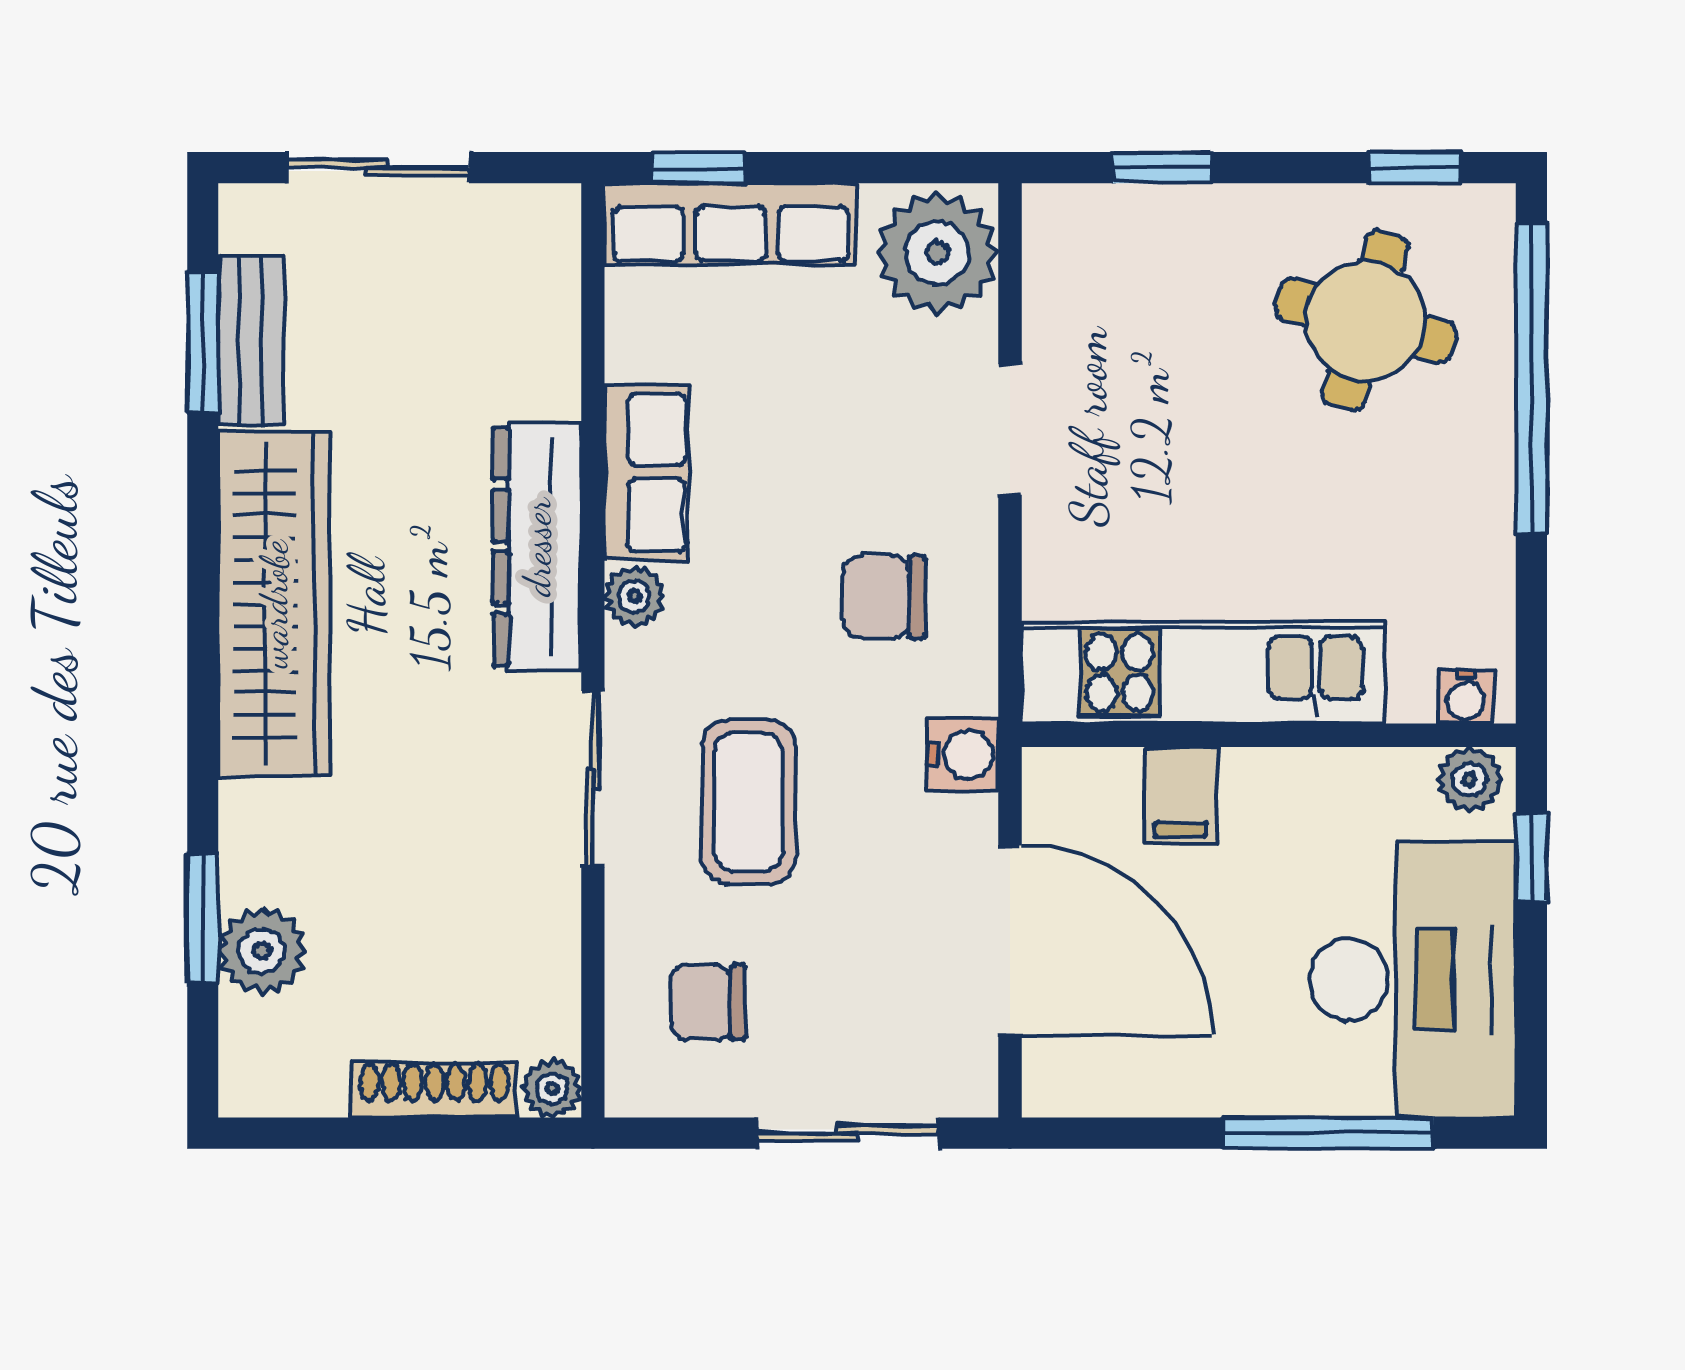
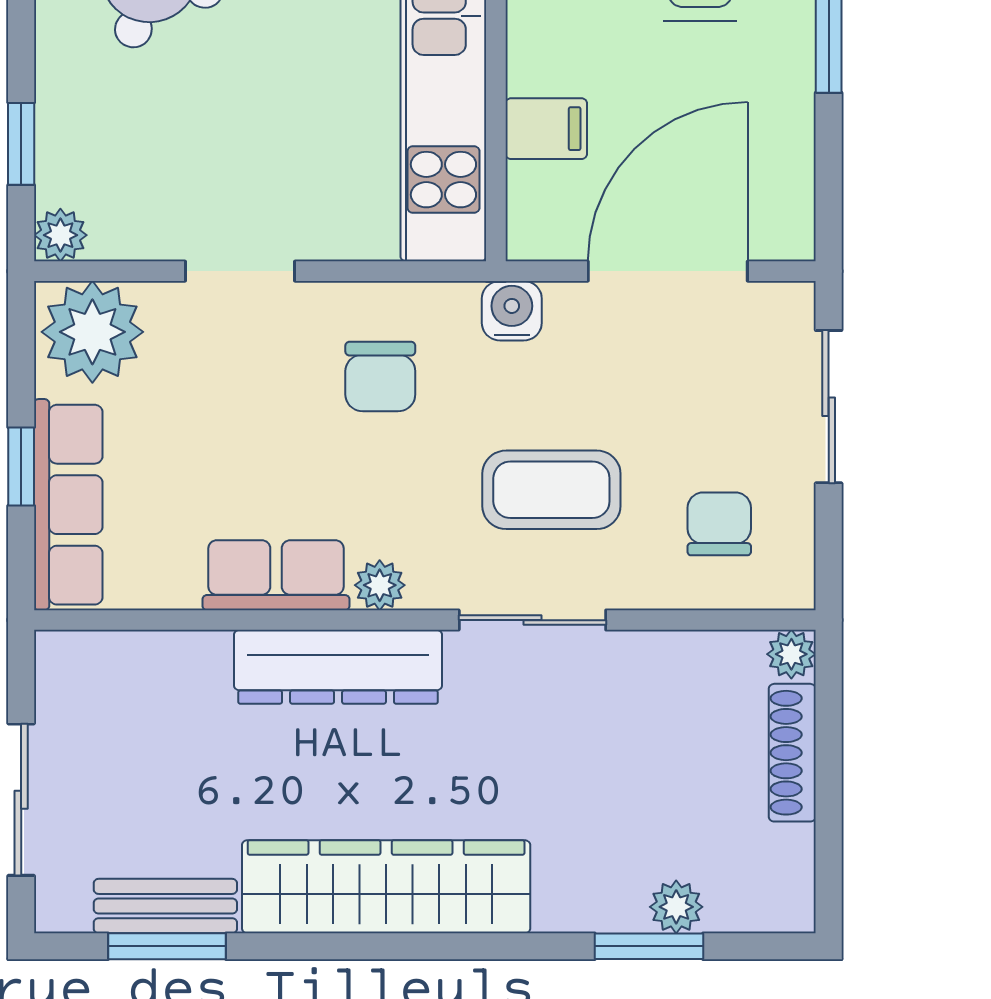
window: (699, 168) -> (21, 467), moved
plant: (1053, 215) -> (60, 235), added
plant: (262, 951) -> (676, 907), width x0.73, depth x0.73
chair: (708, 1002) -> (719, 524), turned 180

